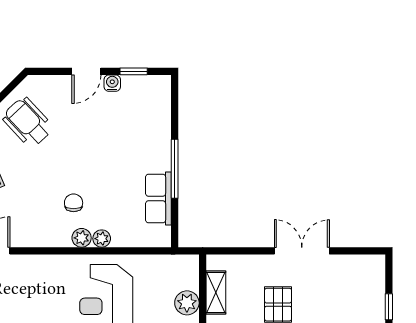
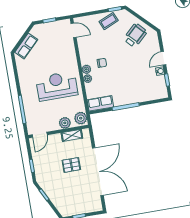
door: (86, 71) -> (163, 58), hinge flipped
row of seats: (158, 199) -> (100, 103), moved
double door: (302, 251) -> (98, 172), width x1.87
plant: (183, 268) -> (81, 118), added

